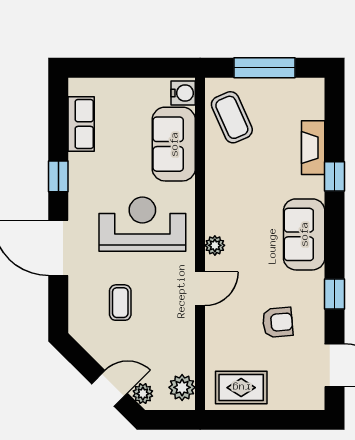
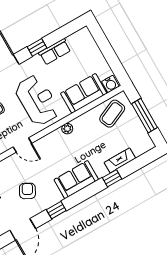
row of seats: (81, 124) -> (55, 52), moved
plant: (215, 245) -> (67, 129), moved
armchair: (278, 322) -> (27, 191), turned -147

